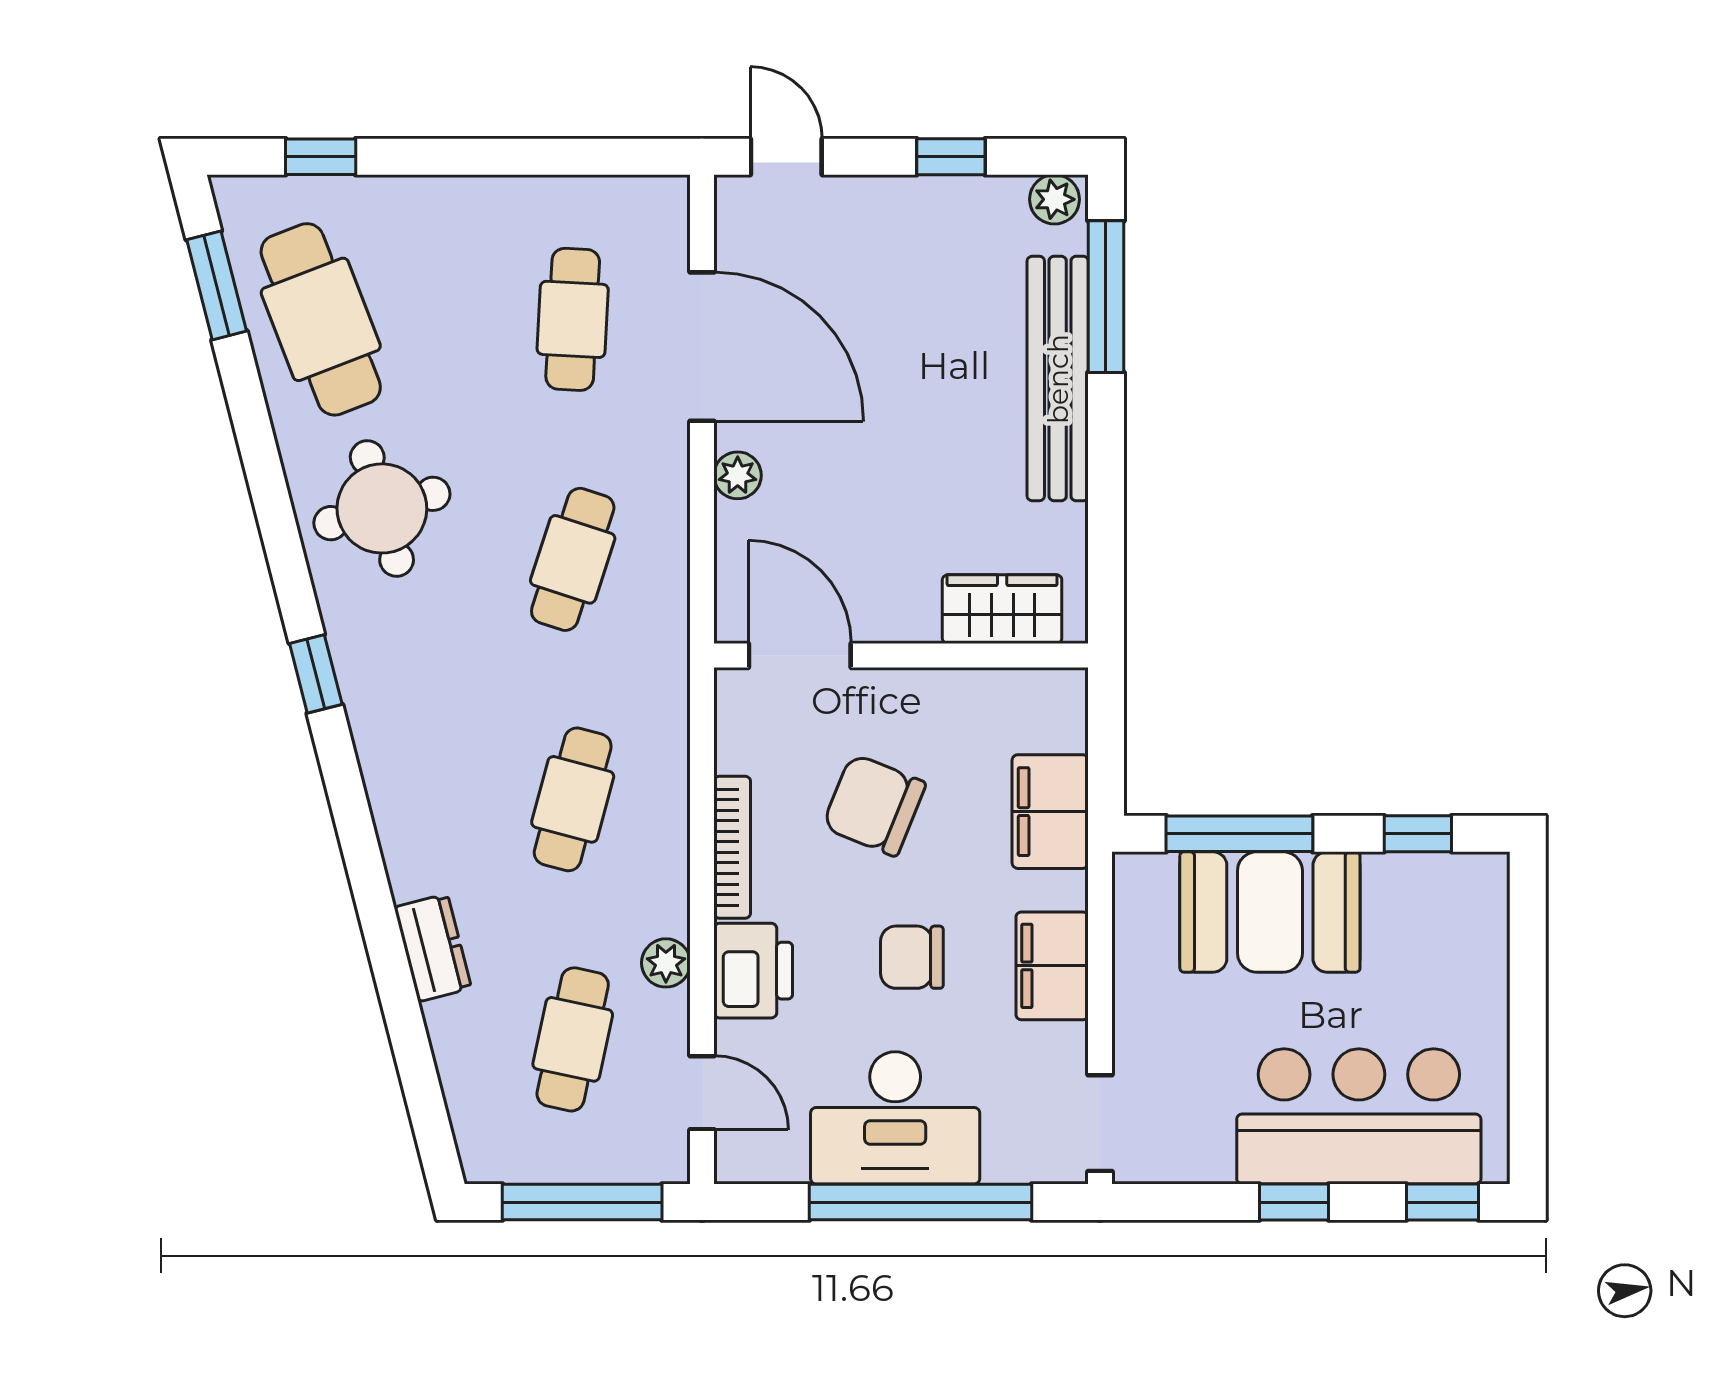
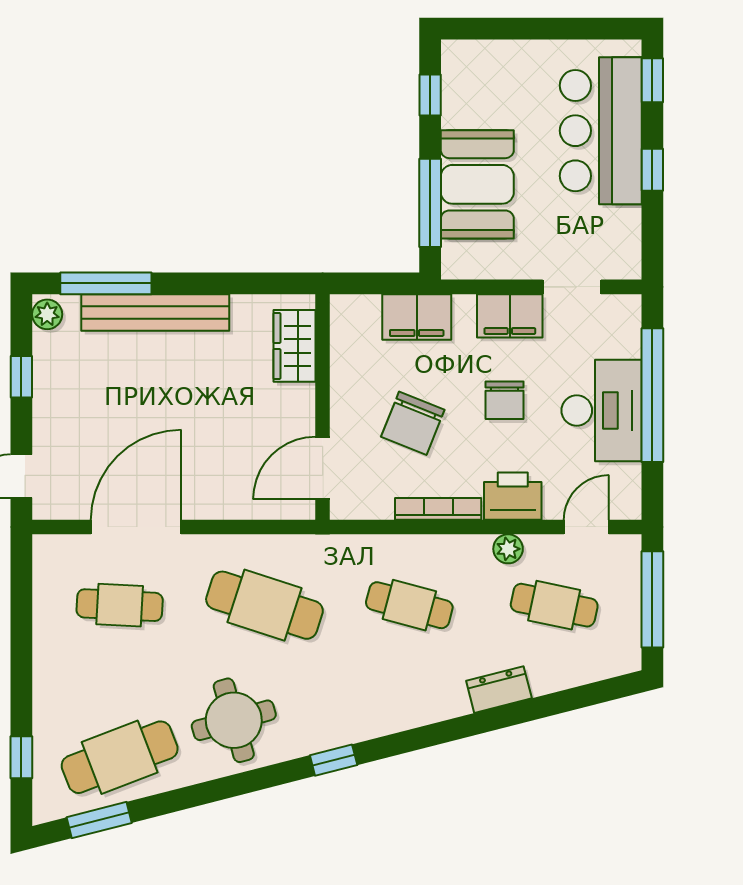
plant: (738, 475) -> (214, 506), removed
cafe table: (573, 559) -> (264, 605), width x1.37, depth x1.35
doorway: (1100, 1123) -> (572, 287), moved

